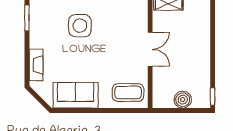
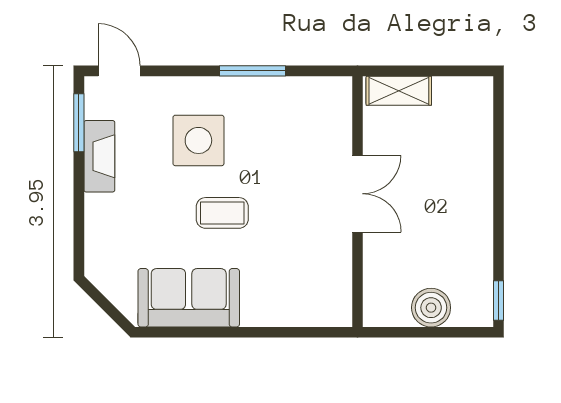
fireplace: (36, 65) -> (99, 156), moved
coffee table: (128, 93) -> (222, 213), moved, width x0.73, depth x0.77

